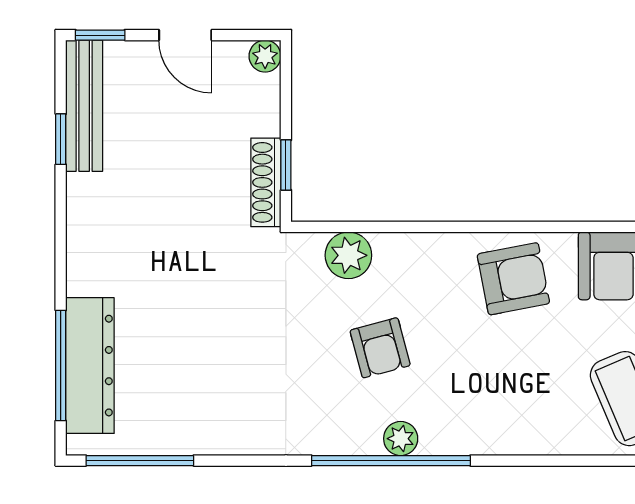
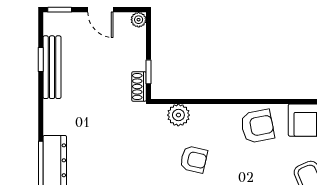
bench: (84, 106) -> (52, 67), moved
shoe rack: (266, 182) -> (139, 86), width x0.70
armchair: (380, 348) -> (194, 159), turned -62

